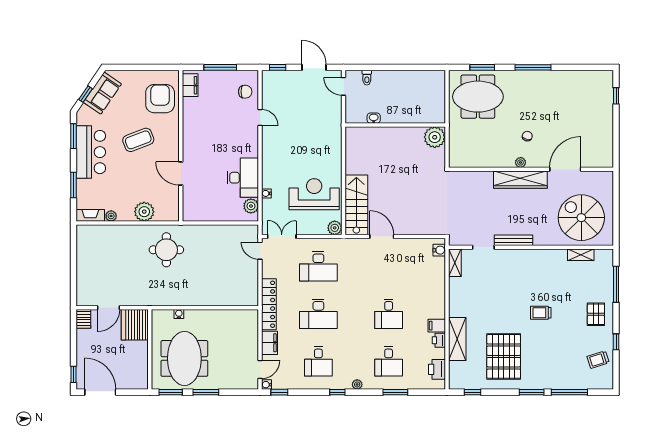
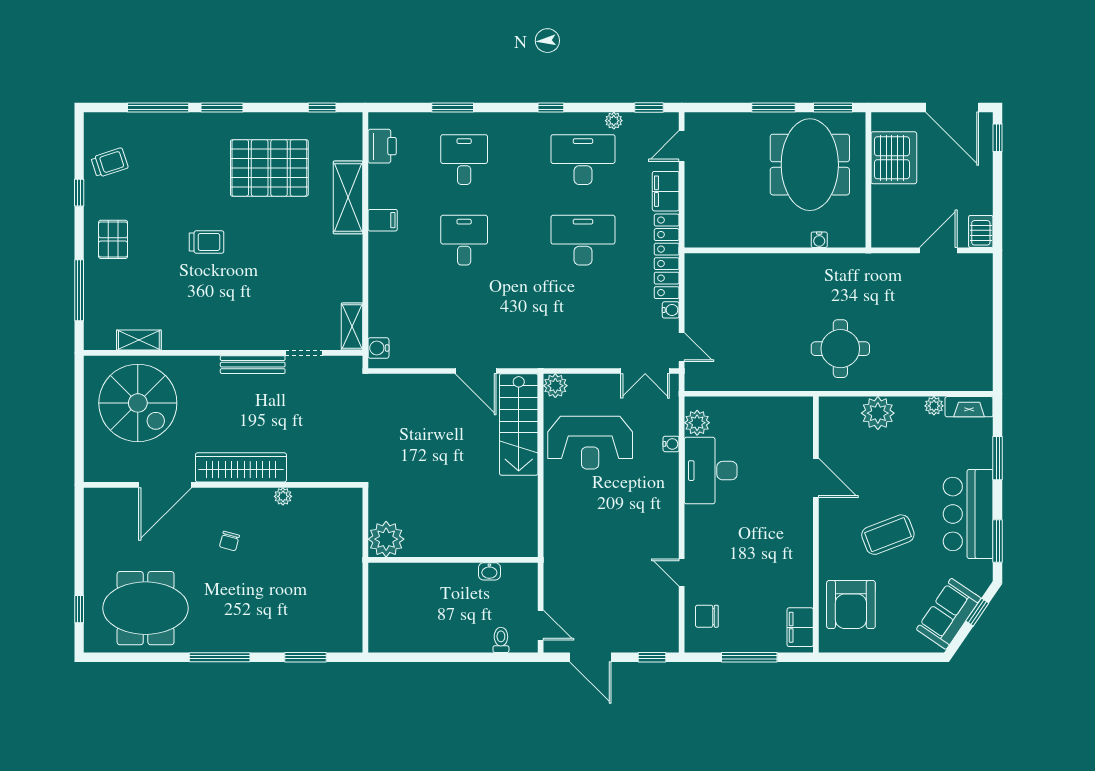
meeting table: (478, 97) -> (146, 608), moved
plant: (521, 162) -> (283, 496), moved
desk: (318, 266) -> (583, 321), removed
server rack: (135, 325) -> (894, 158), moved
printer: (439, 340) -> (379, 195), removed
pallet: (504, 356) -> (269, 168), turned 90
desk: (318, 361) -> (583, 160), width x1.37
plant: (357, 384) -> (614, 121), moved
water cooler: (267, 385) -> (671, 310), moved

